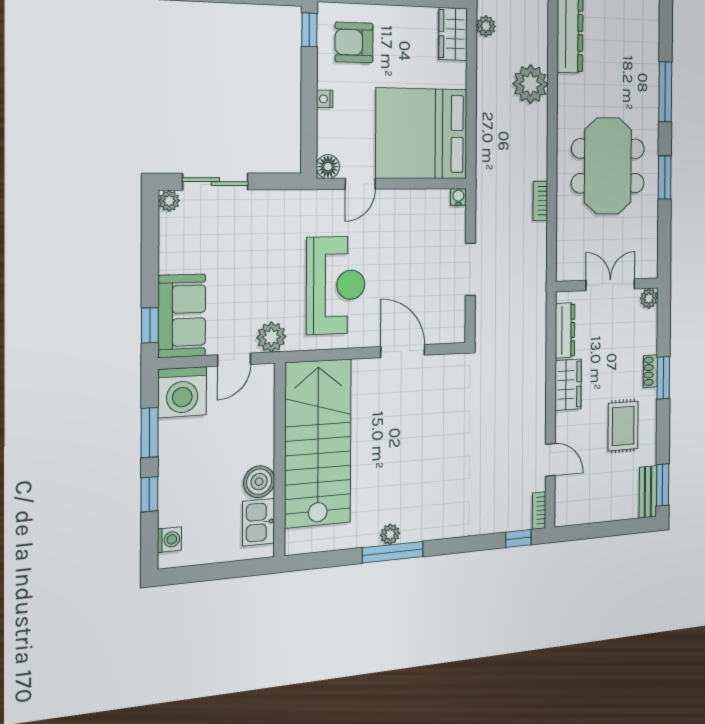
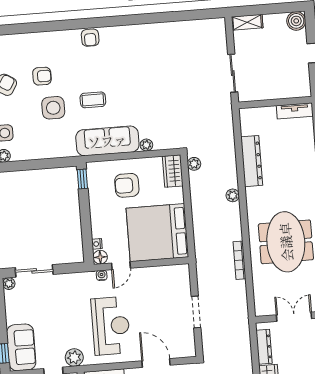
armchair: (354, 42) -> (127, 185), moved
plant: (530, 84) -> (233, 195), width x0.53, depth x0.53
nightstand: (325, 99) -> (97, 244), moved
water cooler: (458, 197) -> (102, 275), moved
bookcase: (540, 201) -> (239, 260), width x1.56

